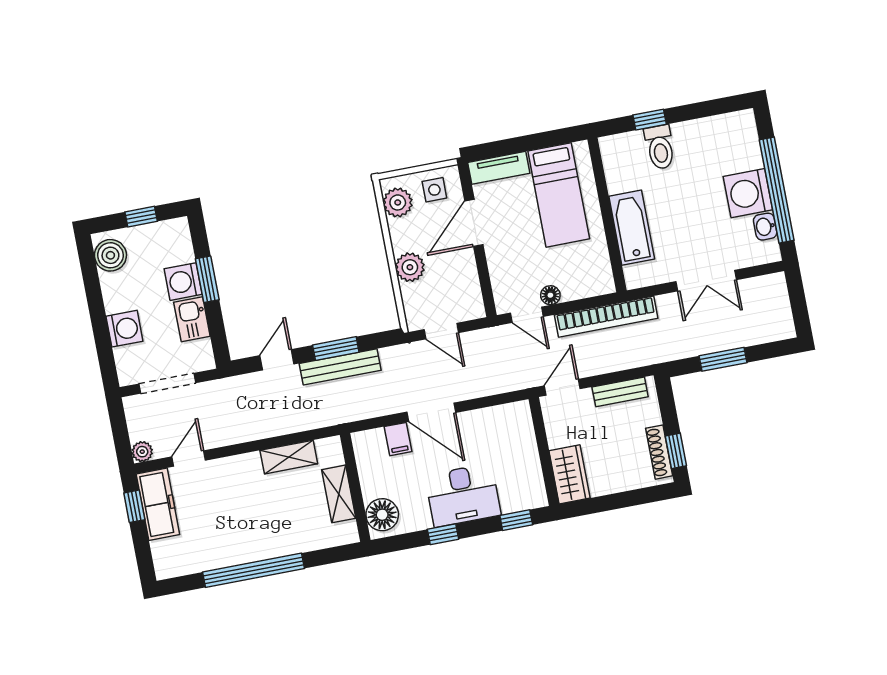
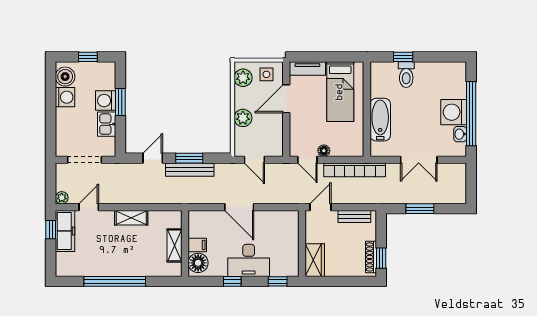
washing machine: (124, 329) -> (65, 97), moved
filing cabinet: (398, 439) -> (197, 245), moved, turned -90
shelving: (289, 457) -> (131, 218), moved

